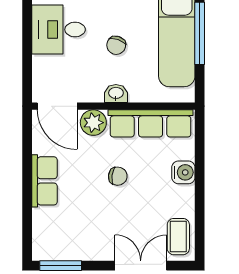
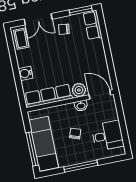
washbasin: (116, 93) -> (81, 106), moved
chair: (118, 176) -> (64, 29), moved
row of seats: (44, 181) -> (93, 25), moved

